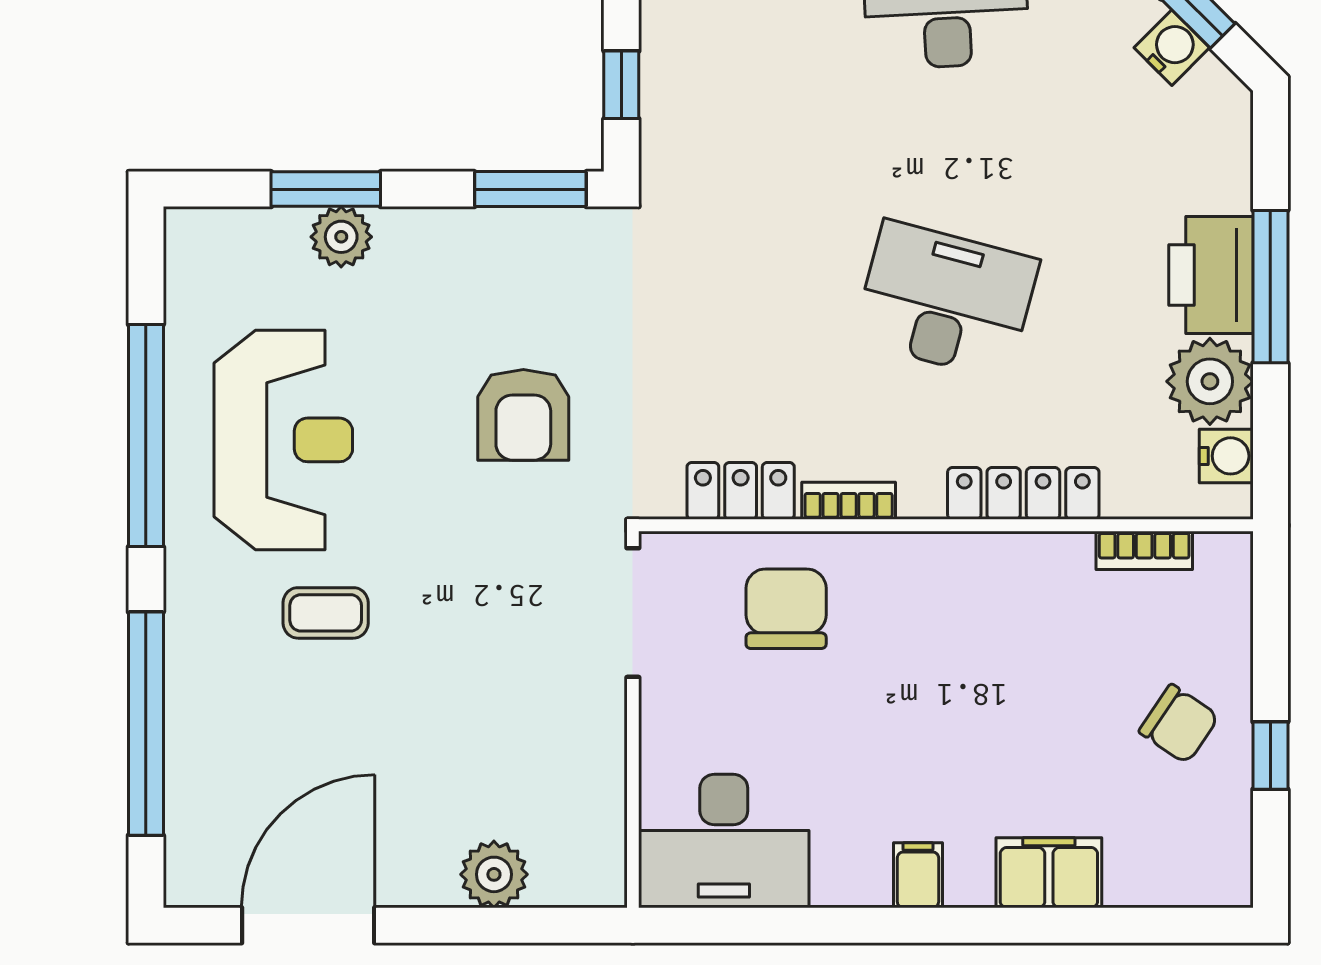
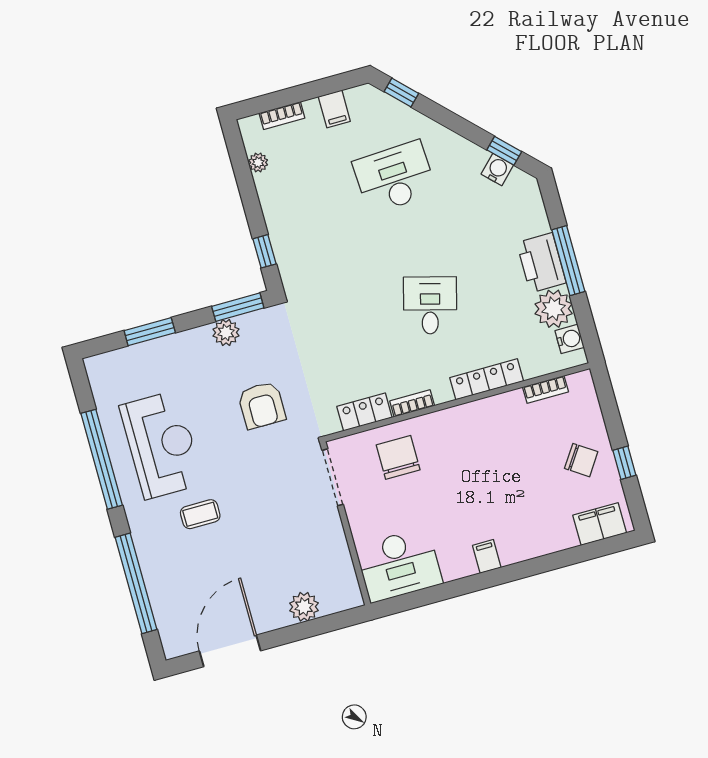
plant: (341, 237) -> (226, 333), moved
desk: (946, 300) -> (430, 305), width x0.73
filing cabinet: (1049, 873) -> (600, 524), moved

